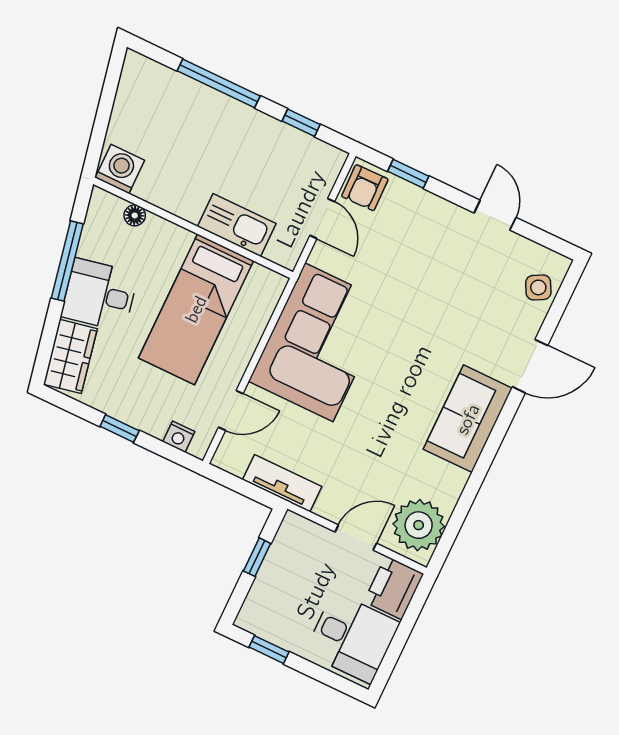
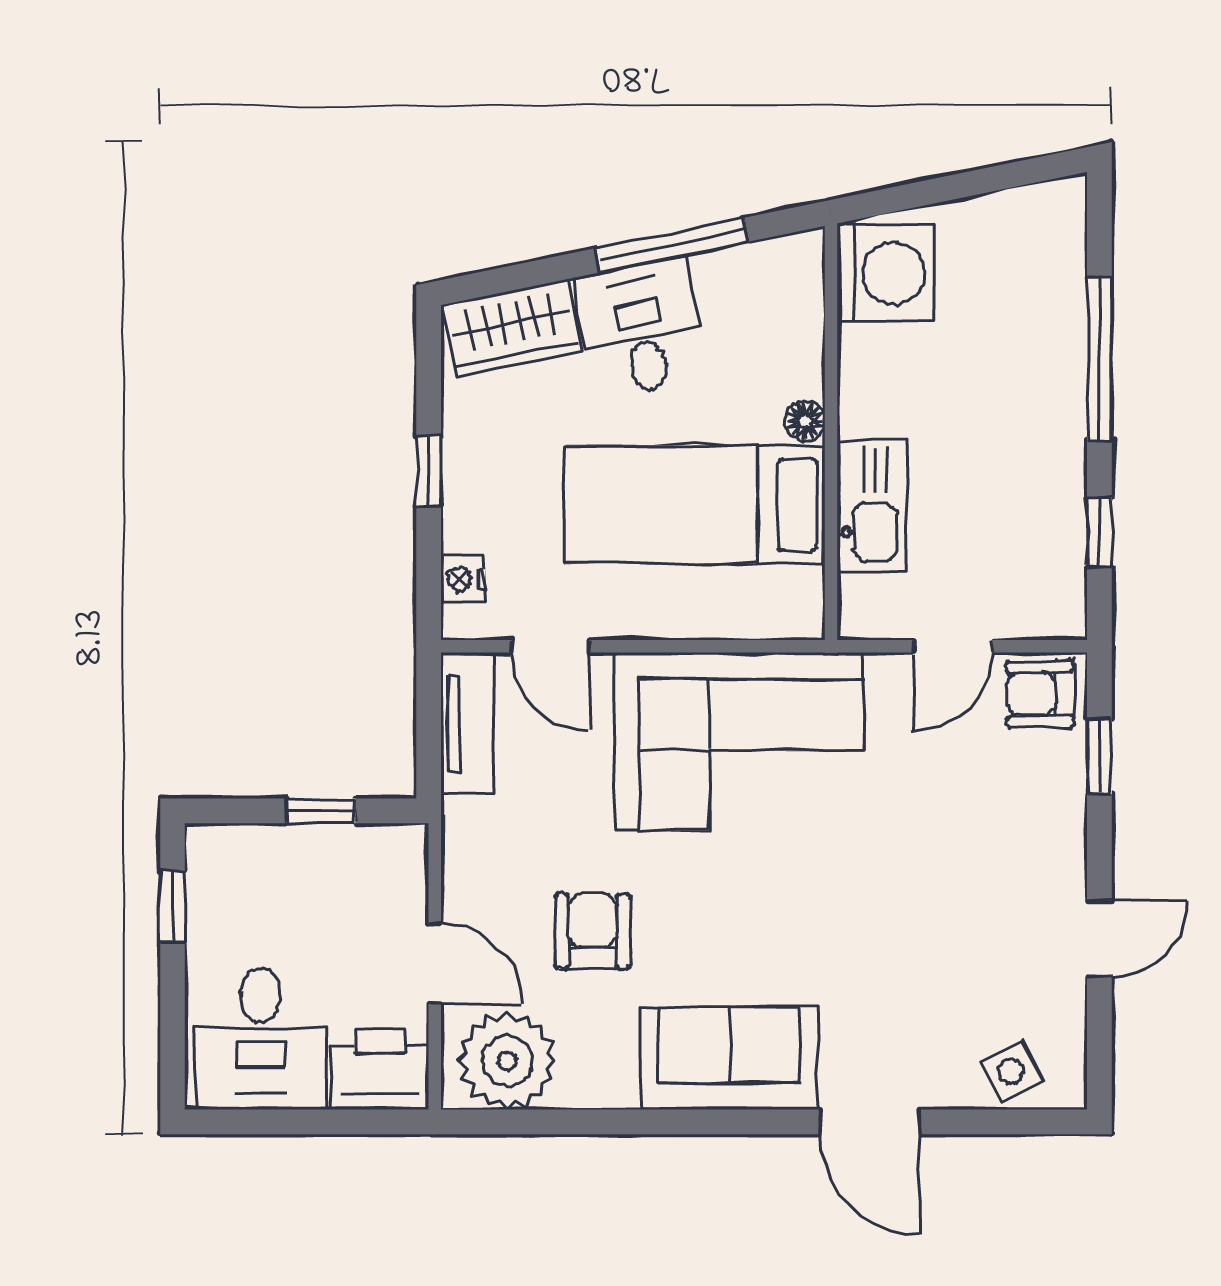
washing machine: (120, 169) -> (886, 273), width x1.37, depth x1.37
floor lamp: (135, 215) -> (805, 421), moved
armchair: (376, 455) -> (592, 931), added
tv unit: (282, 483) -> (468, 723), moved

